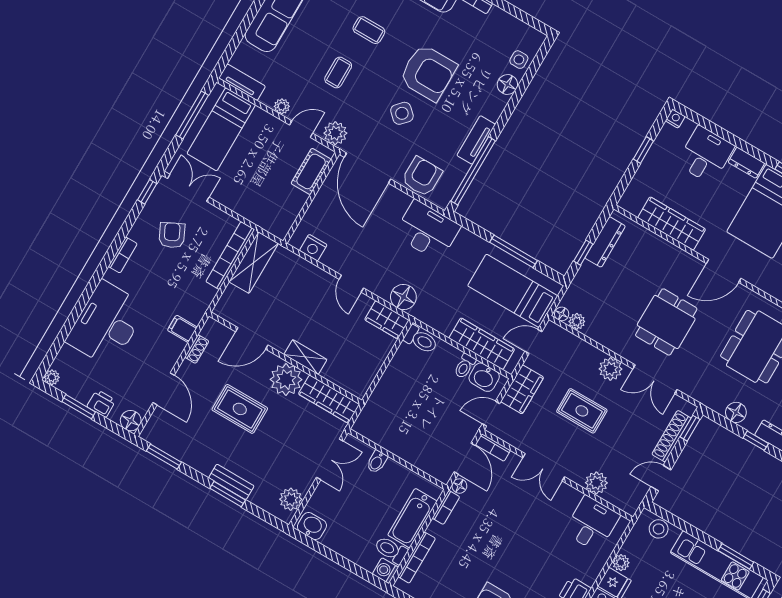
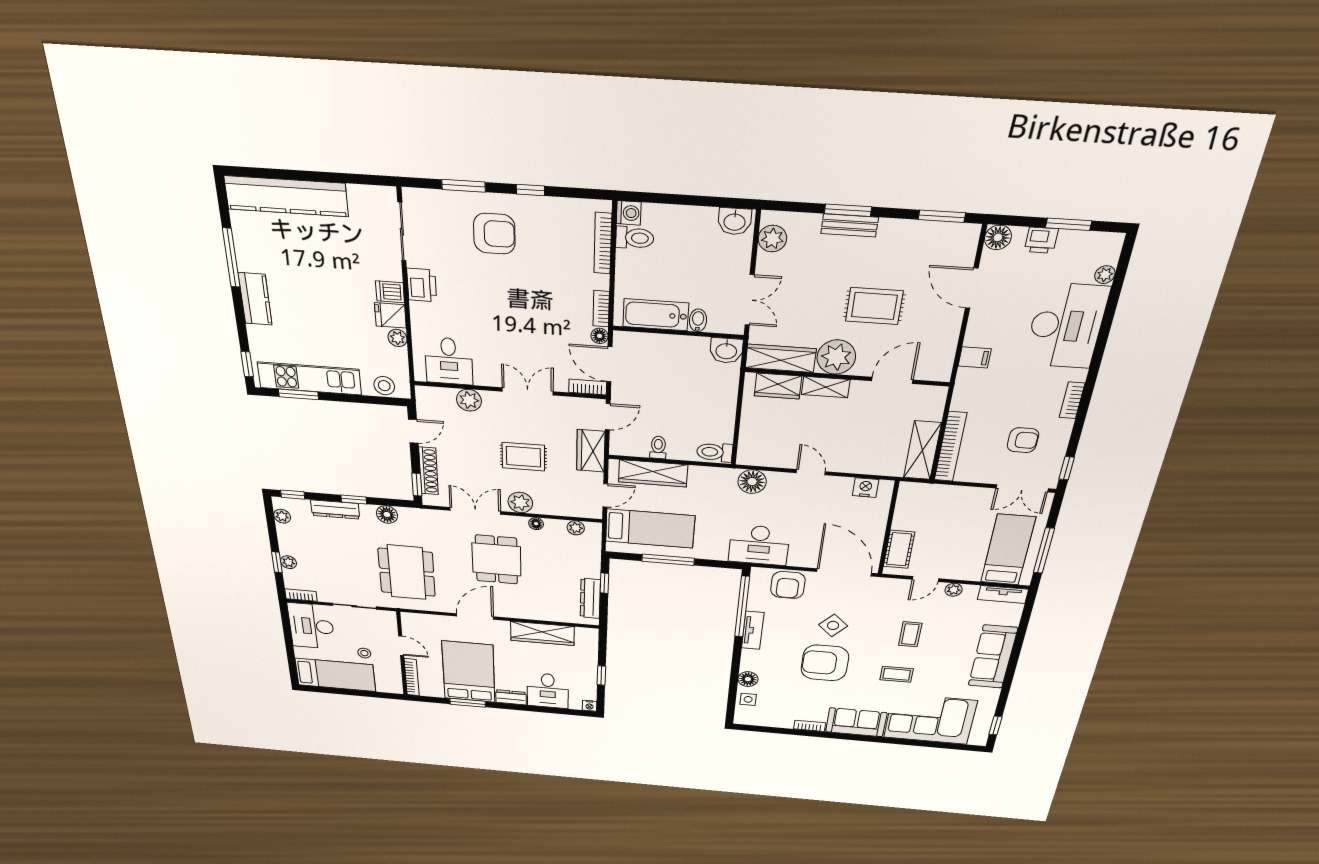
plant: (335, 133) -> (890, 588), removed
armchair: (172, 235) -> (1023, 440), turned -64
floor lamp: (562, 314) -> (536, 524), moved
wardrobe: (387, 320) -> (778, 386), moved, turned 180
shoe rack: (197, 349) -> (950, 345), removed
plant: (52, 377) -> (1105, 275), moved
washbasin: (484, 377) -> (726, 351), moved, turned 180
double door: (330, 459) -> (750, 300), swing flipped
bathtub: (412, 518) -> (656, 315), moved, turned -90

